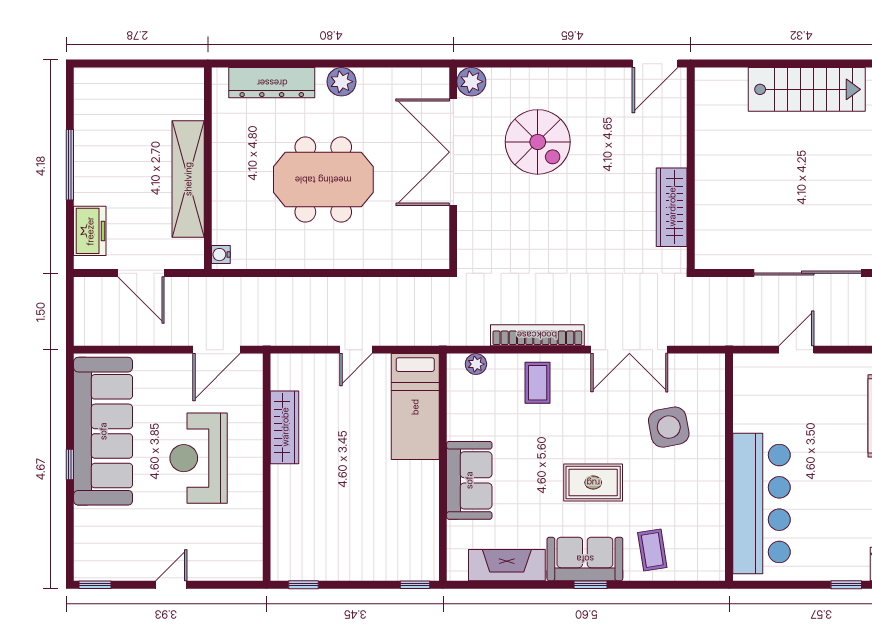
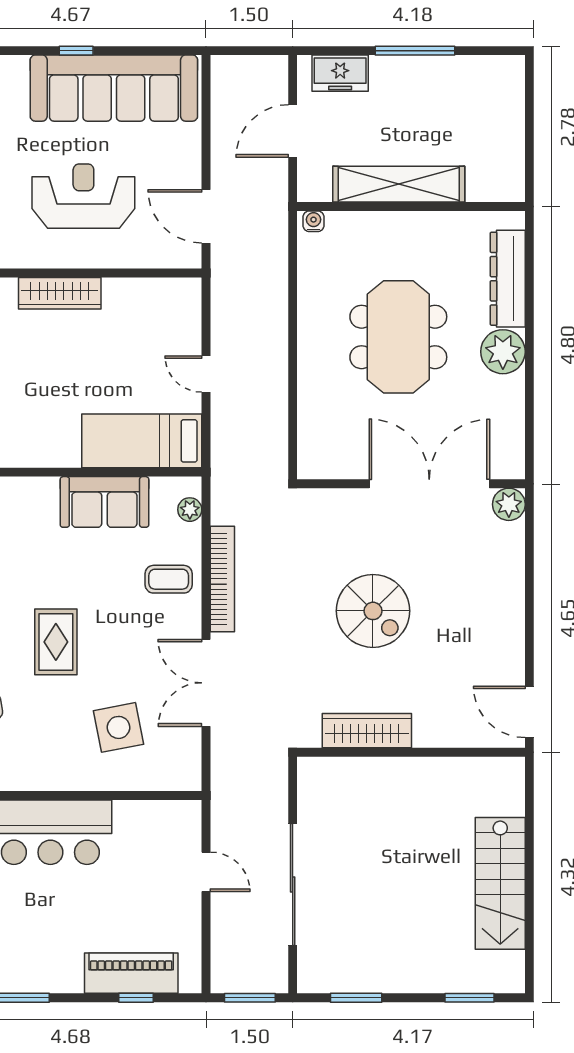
plant: (341, 82) -> (503, 352), width x1.36, depth x1.36
spiral stairs: (538, 142) -> (373, 611), moved, turned -90
wardrobe: (285, 427) -> (60, 293), moved
sofa: (469, 480) -> (104, 502), moved

